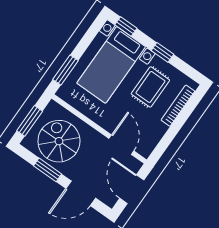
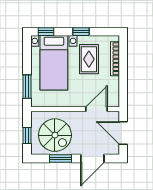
window: (30, 121) -> (27, 135), width x0.67
spiral stairs: (59, 141) -> (55, 135), turned 180
door: (121, 145) -> (97, 109), hinge flipped

